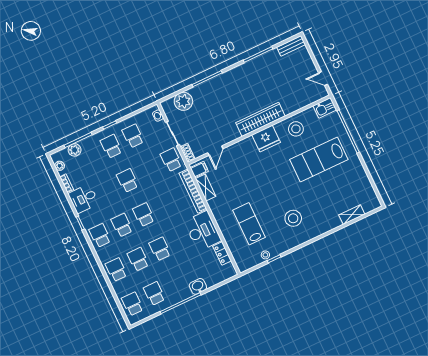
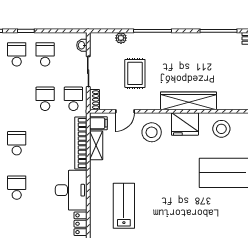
plant: (183, 101) -> (121, 38), width x0.53, depth x0.53
rug: (209, 118) -> (135, 73), added
school desk: (127, 181) -> (45, 99), moved
stool: (293, 218) -> (152, 132), moved

